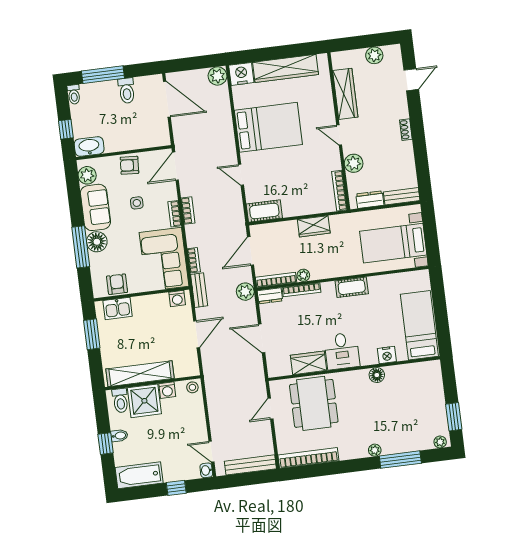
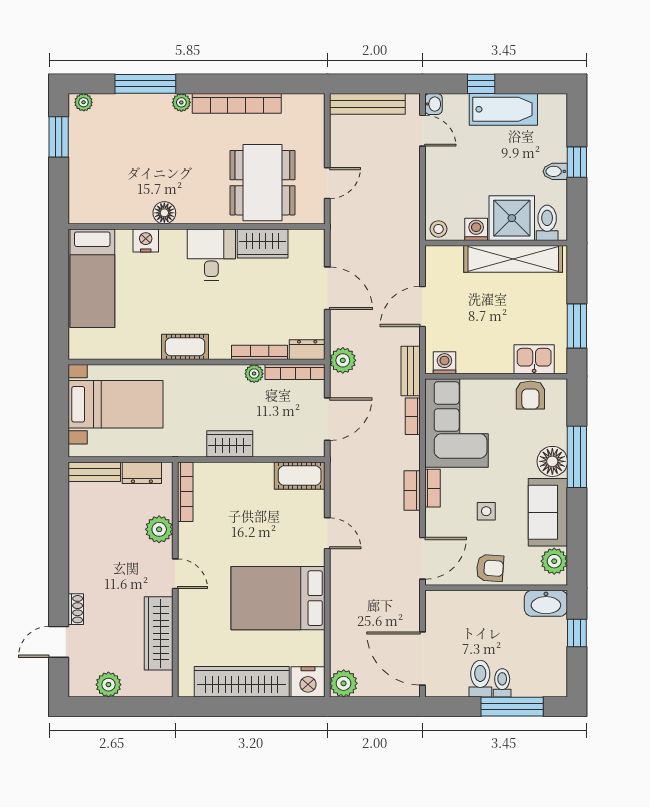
toilet: (74, 94) -> (502, 683), moved
shoe rack: (406, 130) -> (76, 609), moved
bookcase: (308, 458) -> (237, 103), moved
bathtub: (139, 475) -> (503, 109), moved

